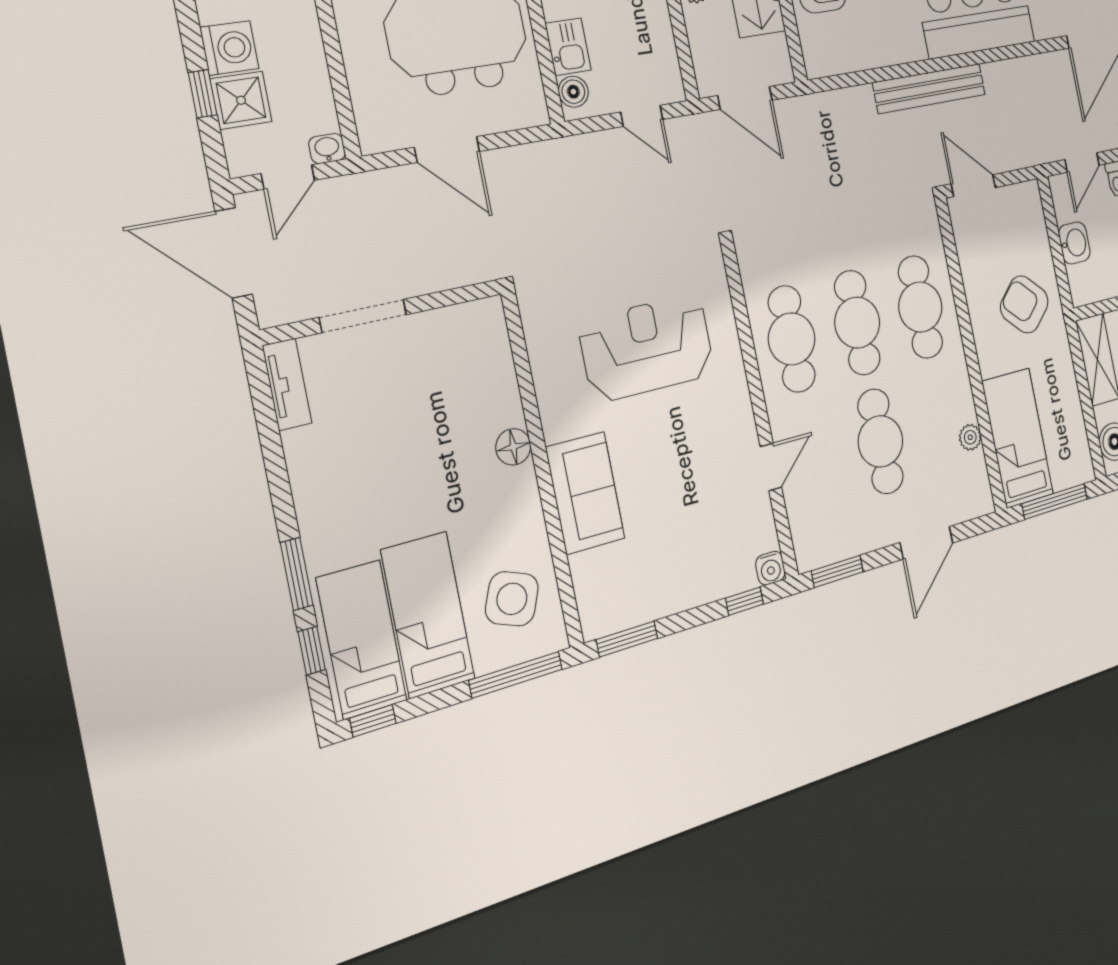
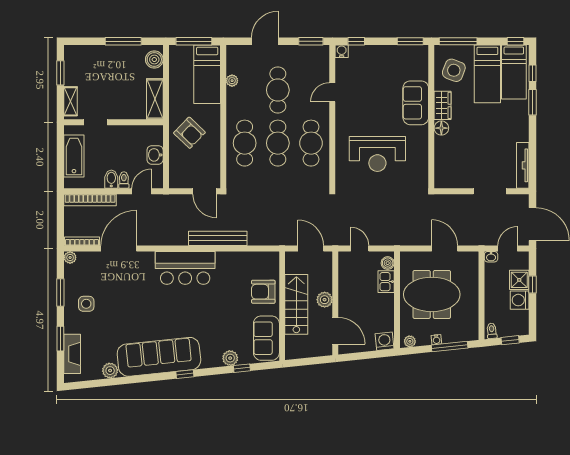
tv unit: (287, 384) -> (523, 165), width x1.41
wardrobe: (522, 504) -> (443, 105), added

